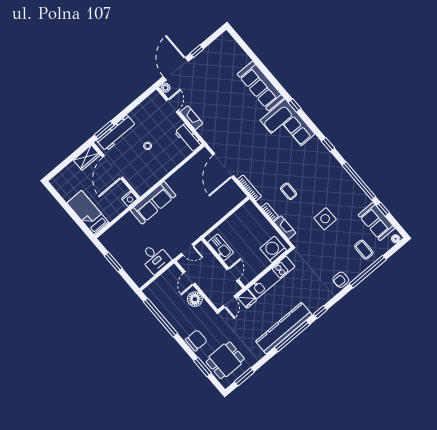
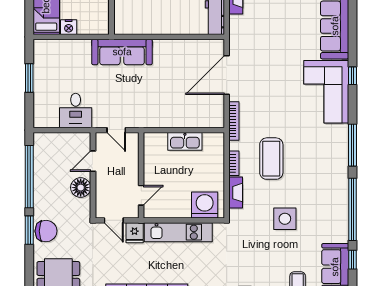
window: (328, 145) -> (353, 145), width x2.17
coffee table: (289, 191) -> (271, 159), width x1.86, depth x1.72
nightstand: (129, 199) -> (69, 27), moved
kitchen sink: (221, 247) -> (185, 141), moved, turned 90
door: (229, 302) -> (114, 220), hinge flipped
window: (203, 367) -> (29, 230), moved

